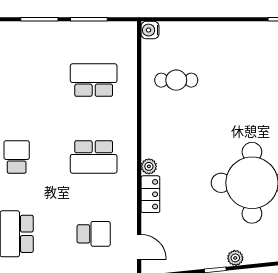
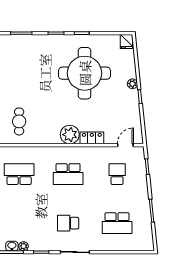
school desk: (94, 80) -> (19, 174), turned 90
school desk: (94, 157) -> (68, 174), turned 90
plant: (149, 166) -> (70, 135), width x1.88, depth x1.88

